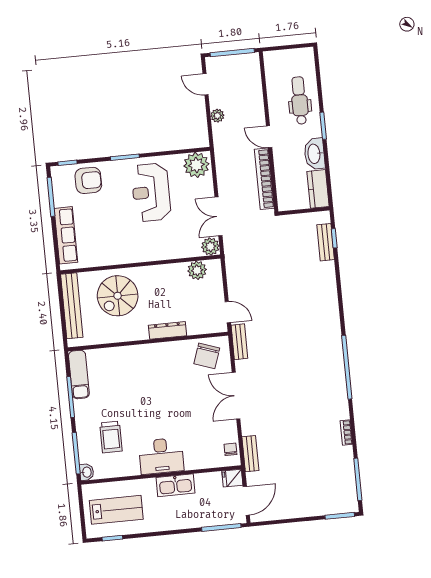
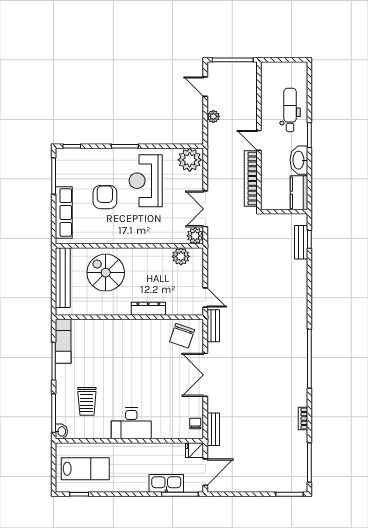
armchair: (88, 180) -> (105, 197), moved, turned -90
spiral stairs: (118, 296) -> (106, 273), turned 90
kitchen sink: (176, 485) -> (166, 483), moved, turned 180

